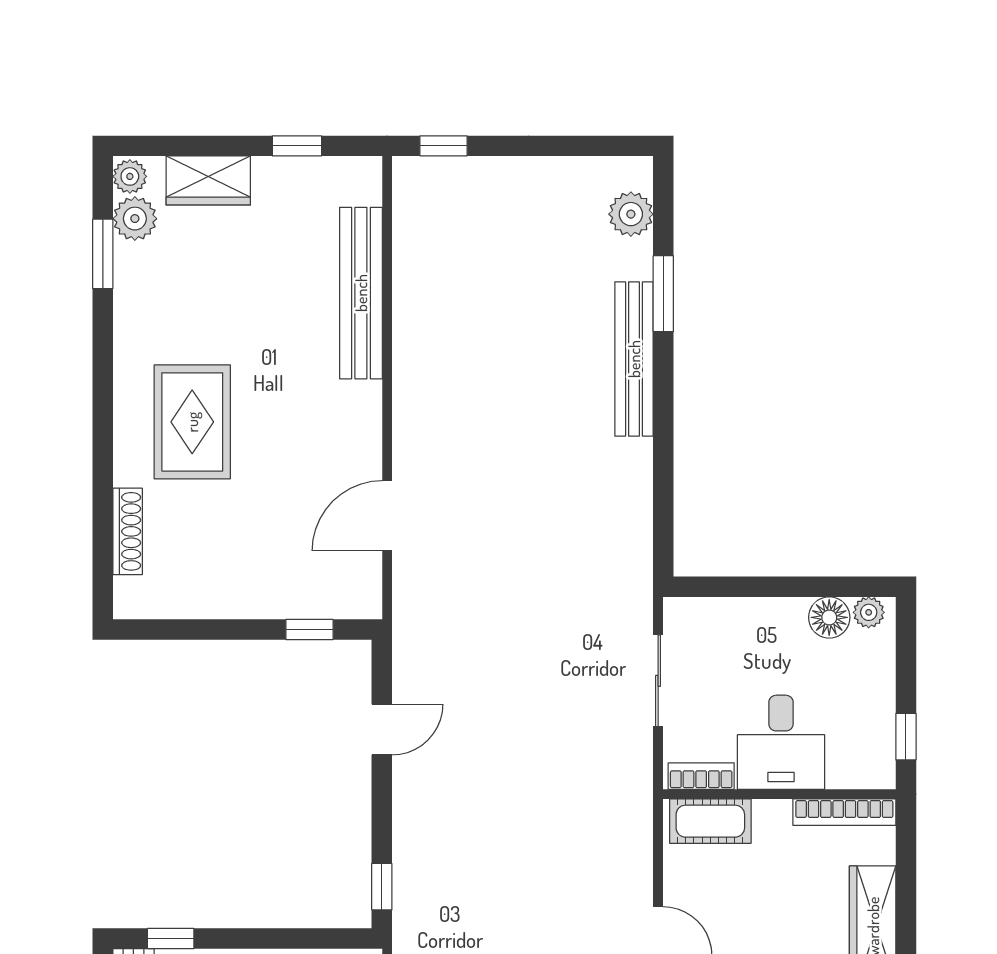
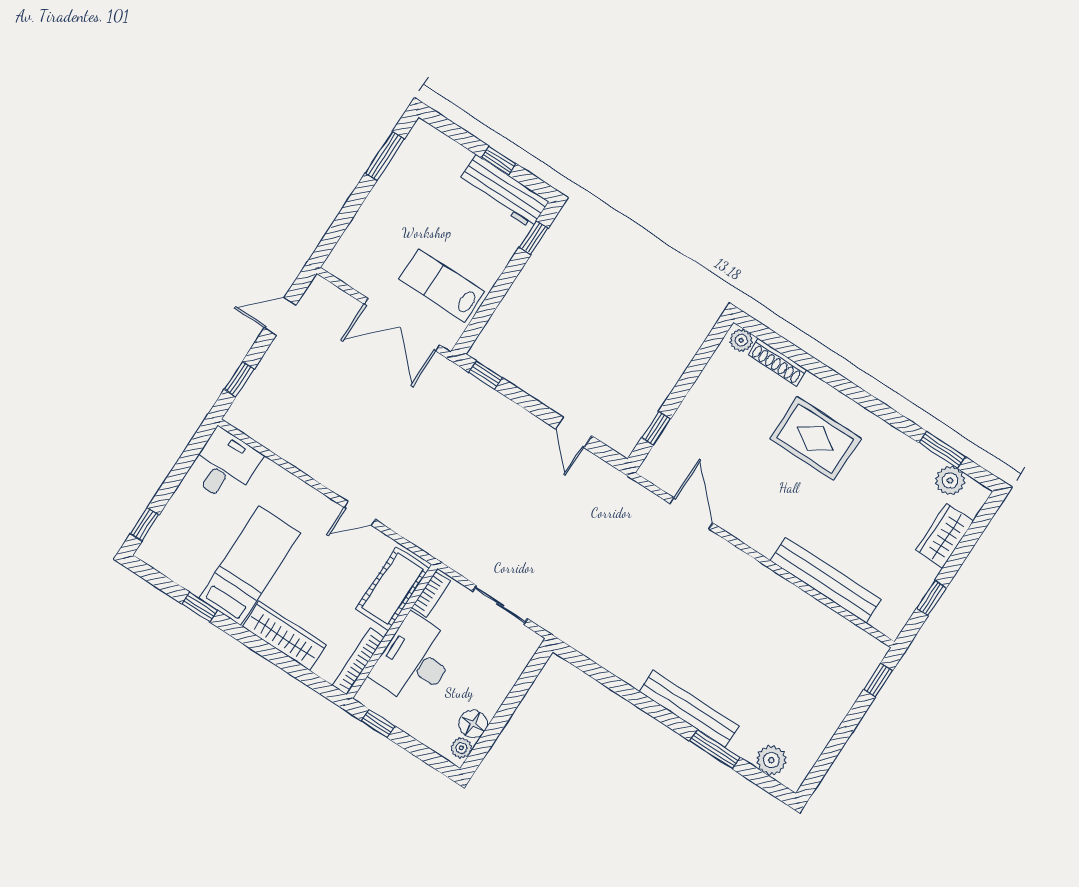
plant: (130, 176) -> (741, 340), moved
desk: (781, 742) -> (415, 660), width x1.37
cot: (710, 821) -> (393, 589), width x1.37, depth x1.34

